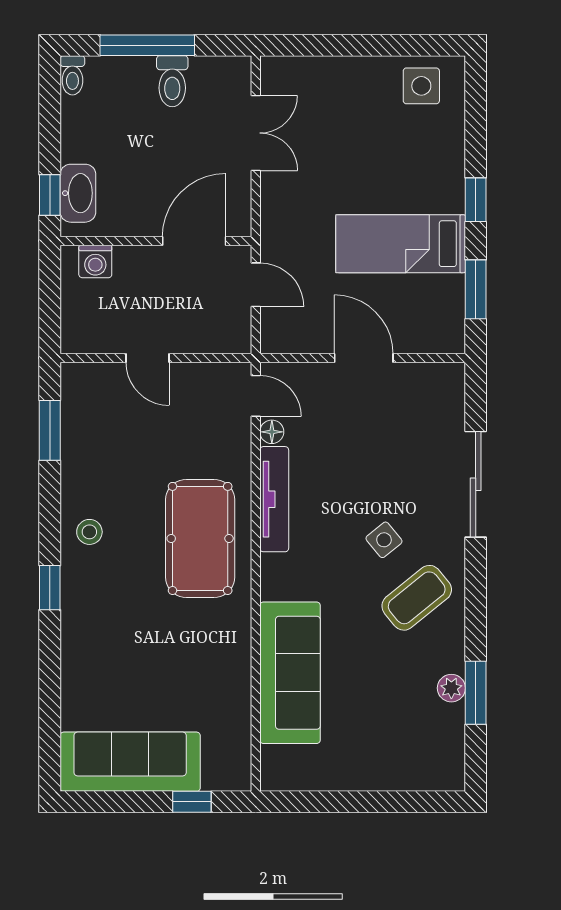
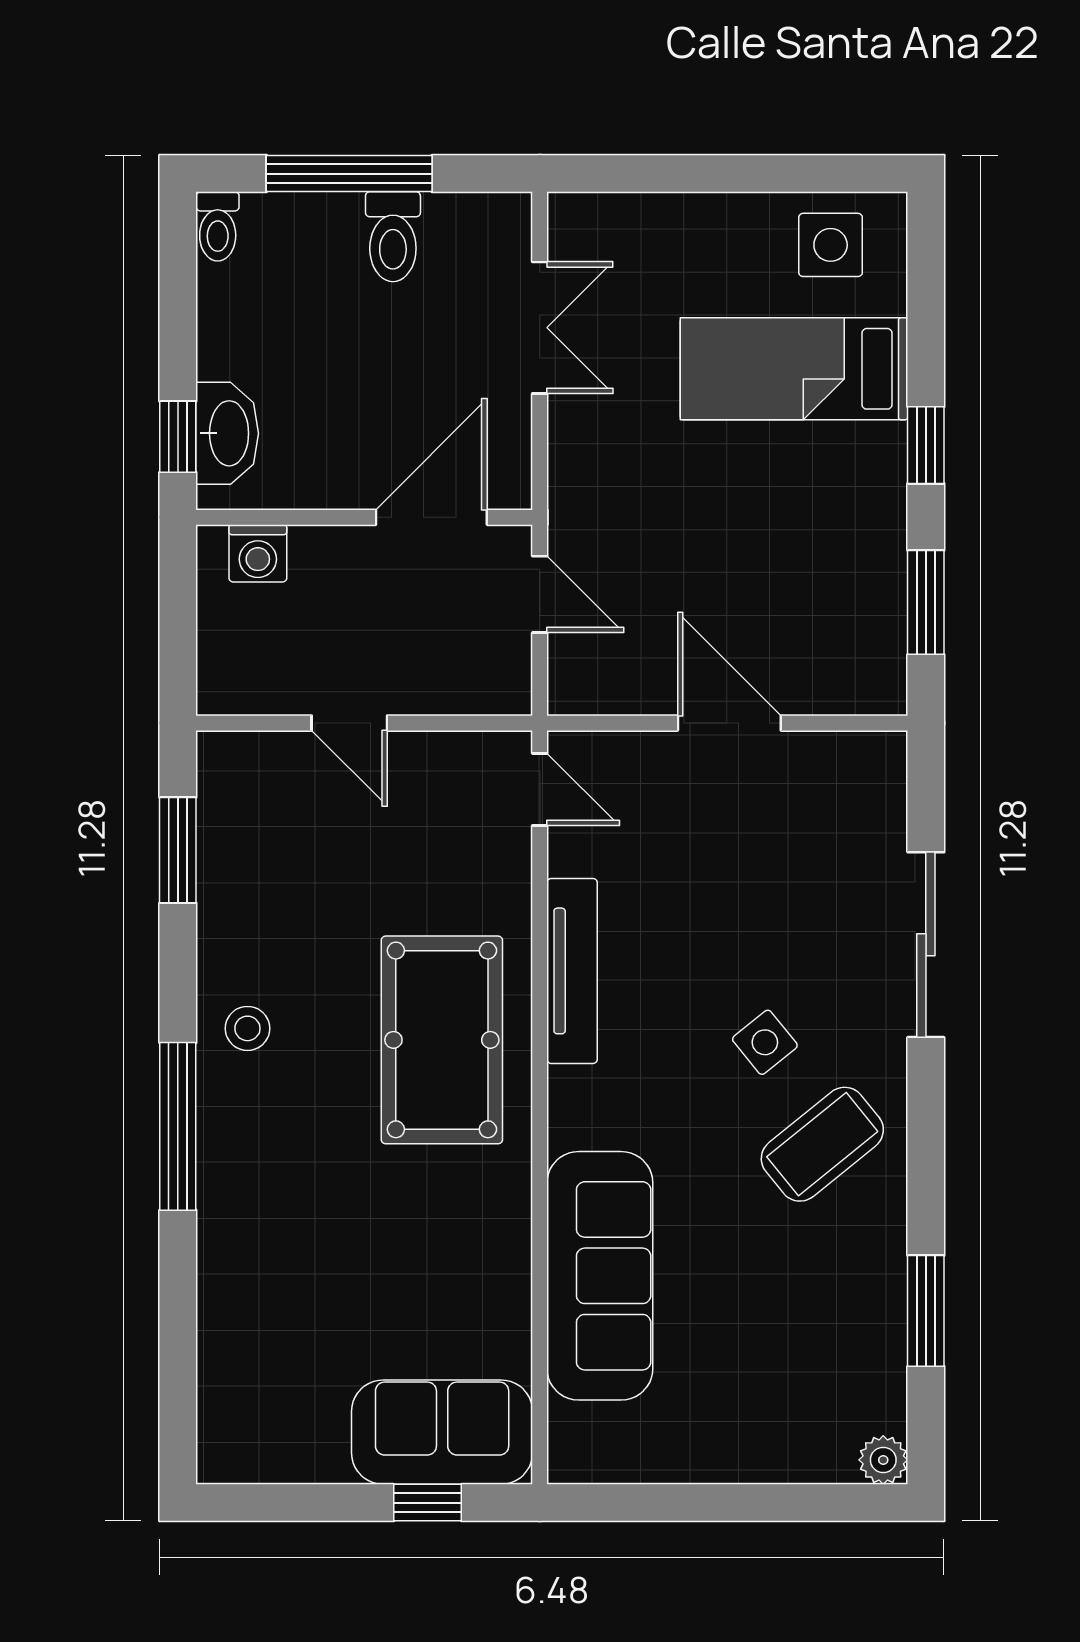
bed: (401, 244) -> (794, 369), moved
floor lamp: (272, 432) -> (568, 853), removed
window: (50, 588) -> (178, 1126), width x2.17
plant: (451, 688) -> (883, 1460), moved
sofa: (130, 762) -> (442, 1432), moved, width x0.73

